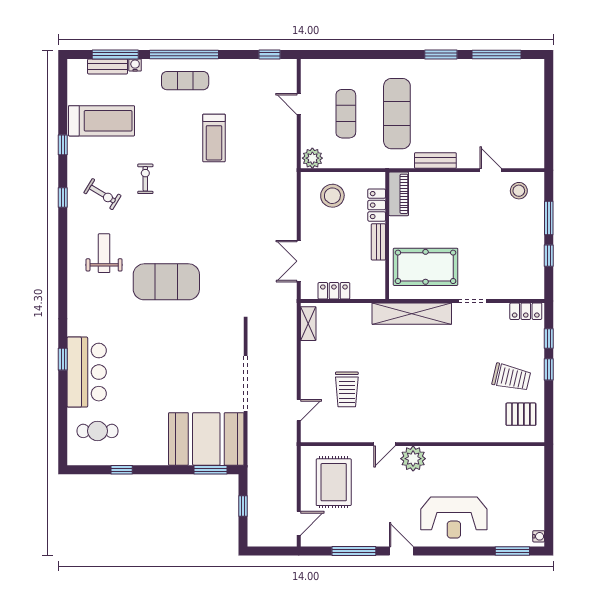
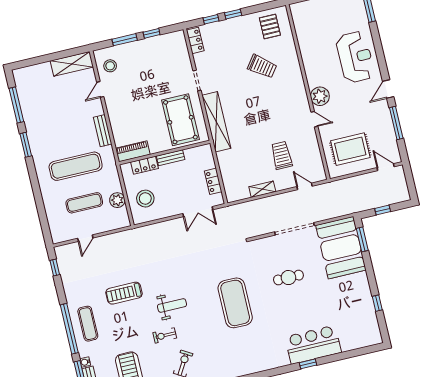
treadmill: (214, 138) -> (124, 293), turned 180
shelving: (533, 141) -> (72, 64), added
plant: (312, 158) -> (117, 200), moved
weight bench: (104, 253) -> (172, 305), moved, turned 180
shelving: (308, 324) -> (262, 189), moved
trolley: (511, 377) -> (262, 66), moved, turned 114
trolley: (347, 389) -> (282, 155), turned -90
cafe table: (97, 431) -> (288, 278), moved, turned 90

